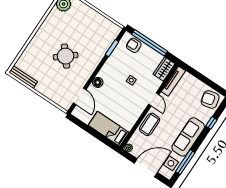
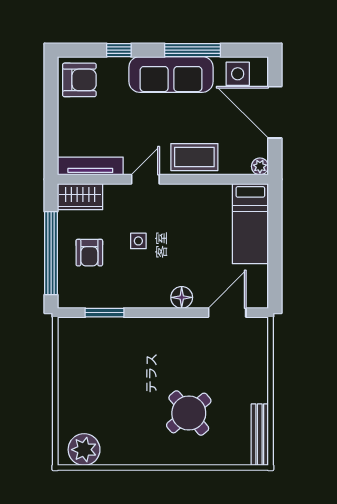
armchair: (134, 45) -> (89, 253), moved
round table: (66, 56) -> (189, 413), moved
armchair: (210, 99) -> (79, 80), turned -77
window: (185, 162) -> (192, 50), moved

